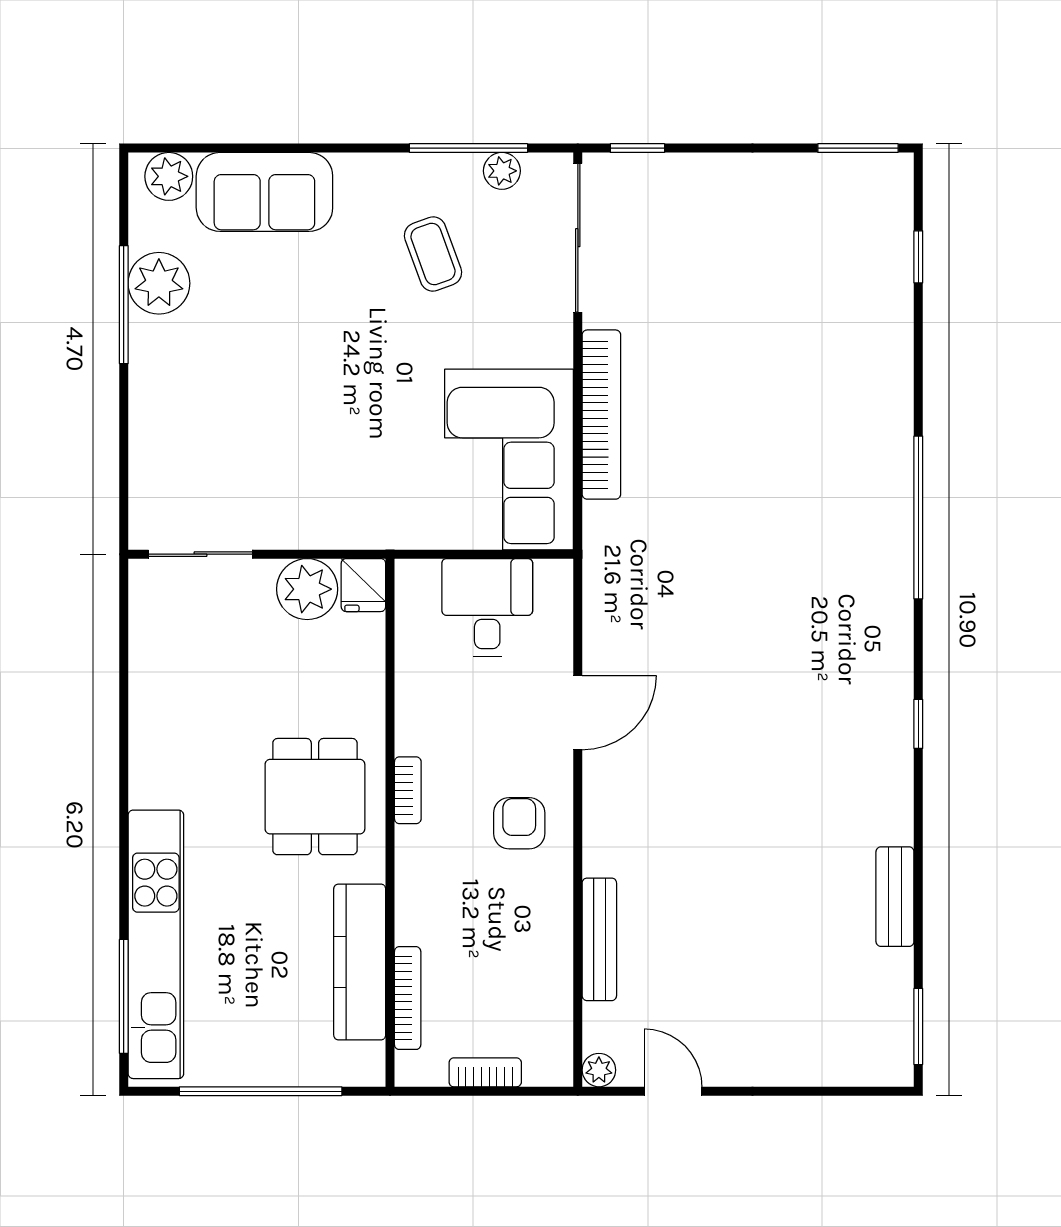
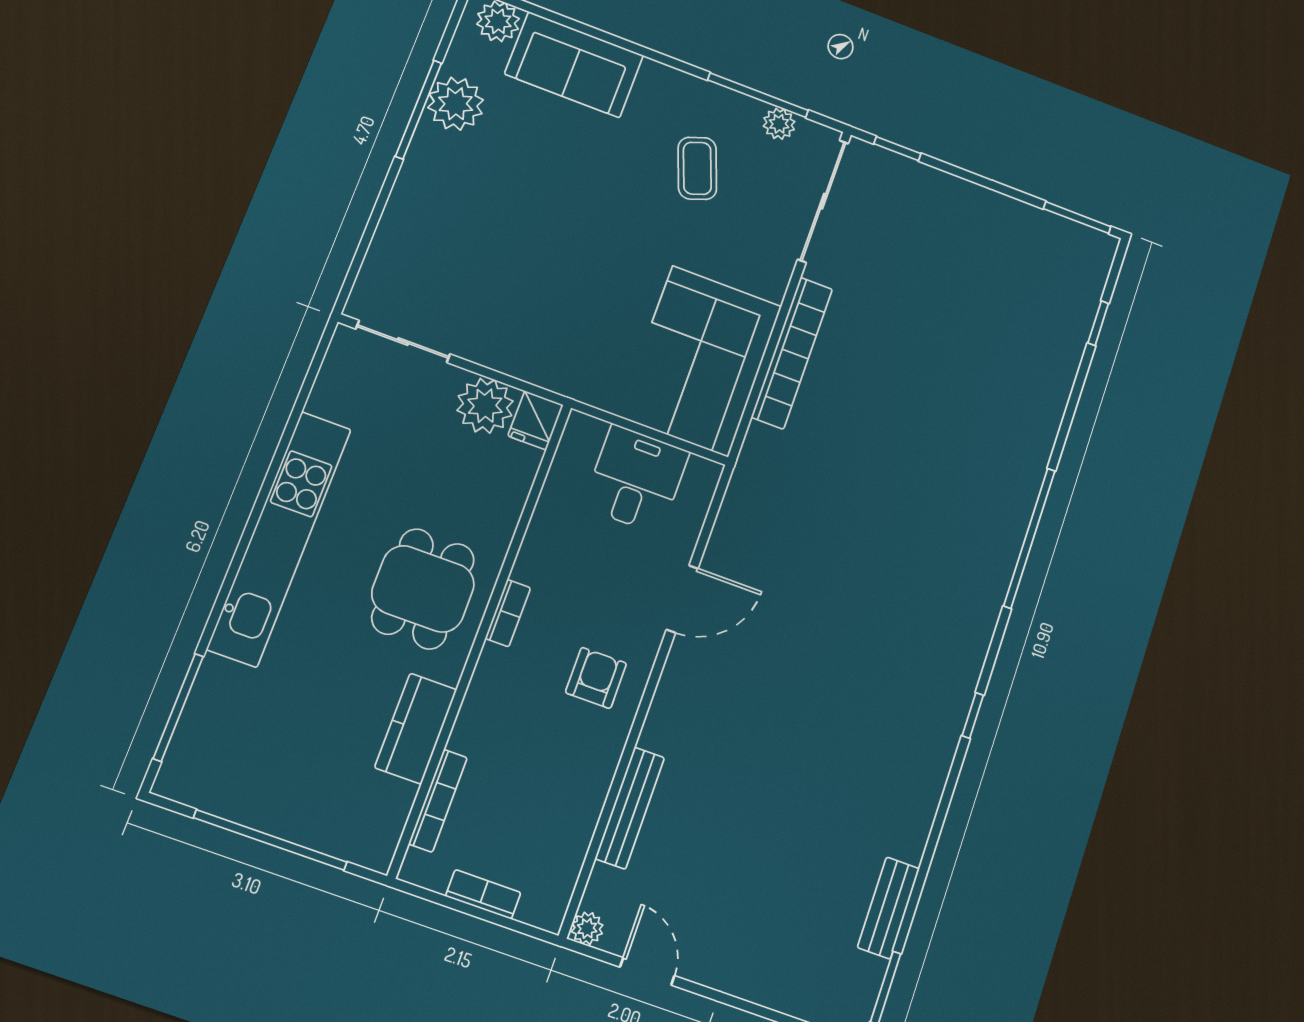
bench: (895, 897) -> (888, 908), moved
kitchen unit: (156, 944) -> (279, 538), moved
kitchen counter: (360, 962) -> (416, 729), width x0.67

